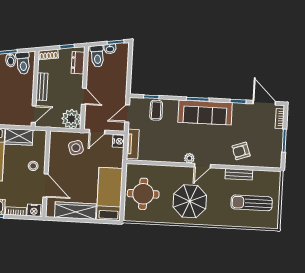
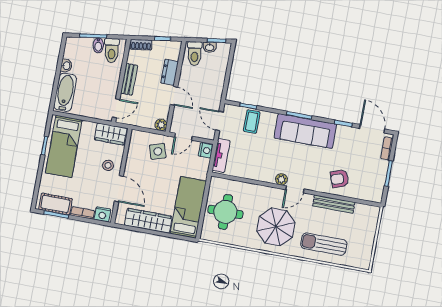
dresser: (78, 63) -> (170, 72), moved
door: (127, 113) -> (219, 121), hinge flipped
plant: (71, 119) -> (161, 125), width x0.53, depth x0.53
wardrobe: (19, 137) -> (111, 134), moved
bench: (239, 174) -> (334, 204), width x1.36
sun lounger: (252, 203) -> (324, 244), moved

